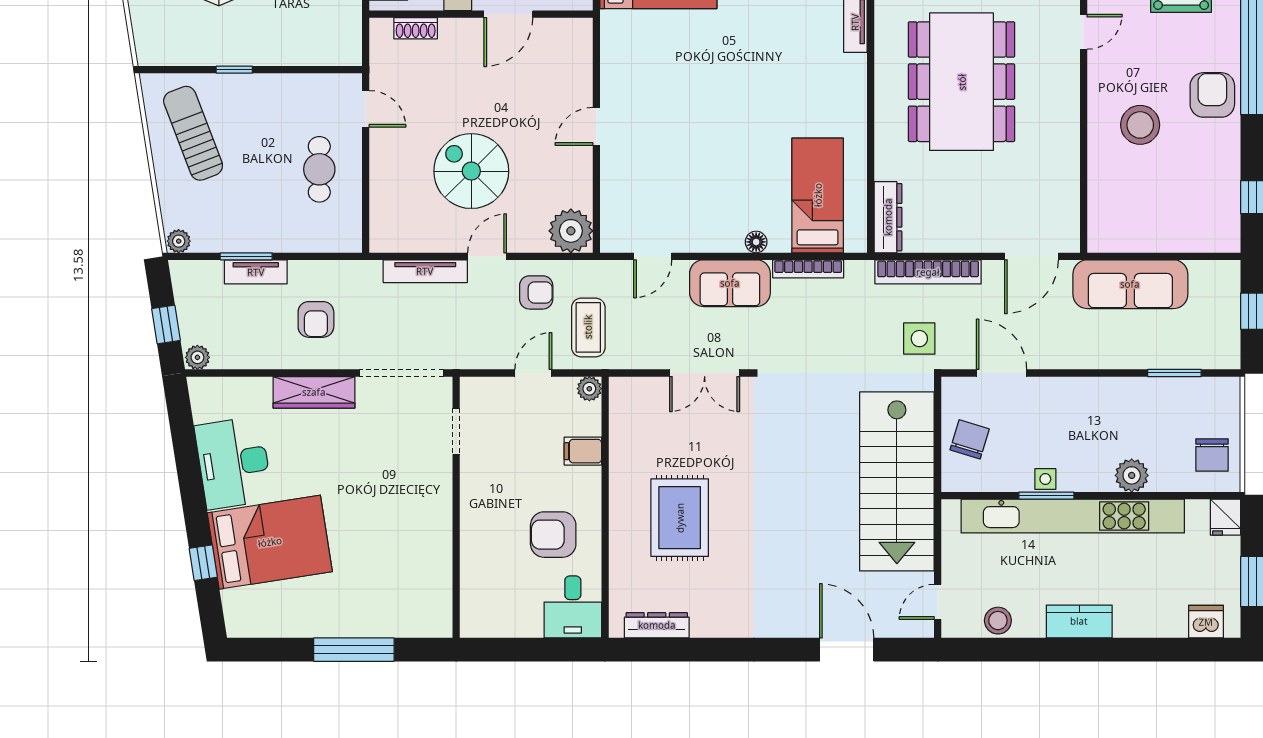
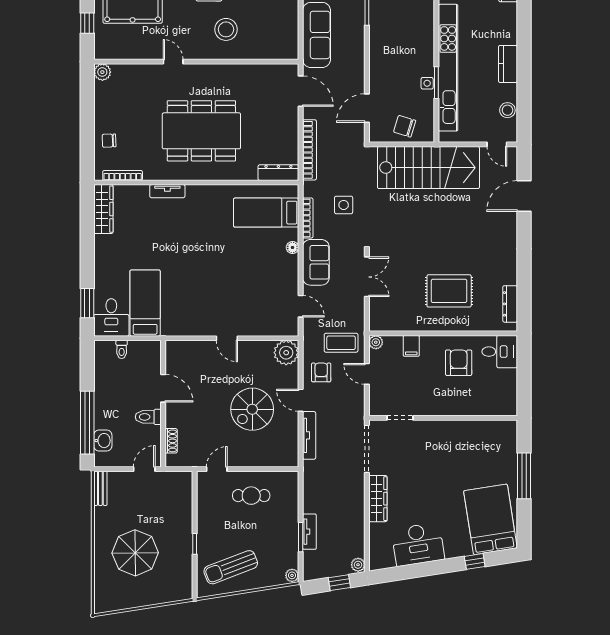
armchair: (316, 319) -> (336, 497), removed
side table: (919, 339) -> (344, 205), moved
plant: (1132, 475) -> (425, 34), removed
armchair: (553, 535) -> (459, 363), turned 180
bed: (270, 542) -> (490, 519), moved

